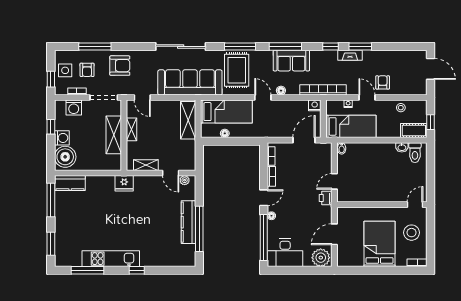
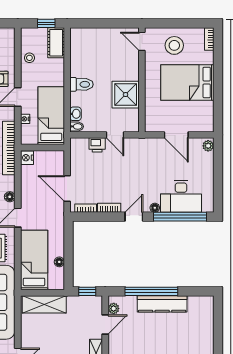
door: (304, 140) -> (67, 188), moved
washbasin: (402, 147) -> (75, 114), moved
toilet: (415, 153) -> (82, 84), moved
window: (199, 157) -> (87, 291), added
shower: (369, 191) -> (126, 95), added
door: (264, 198) -> (134, 217), hinge flipped
printer: (326, 198) -> (97, 145), moved
window: (199, 229) -> (151, 291), moved
desk: (285, 253) -> (181, 196), moved, turned 90
plant: (321, 258) -> (208, 146), width x0.53, depth x0.53

